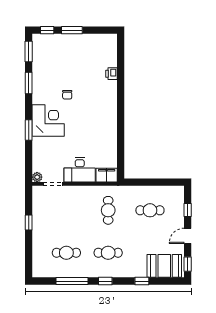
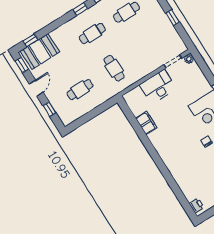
printer: (111, 74) -> (196, 206), moved
filing cabinet: (107, 175) -> (146, 123), moved, turned -90
window: (142, 281) -> (30, 40), moved

